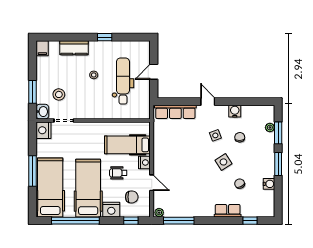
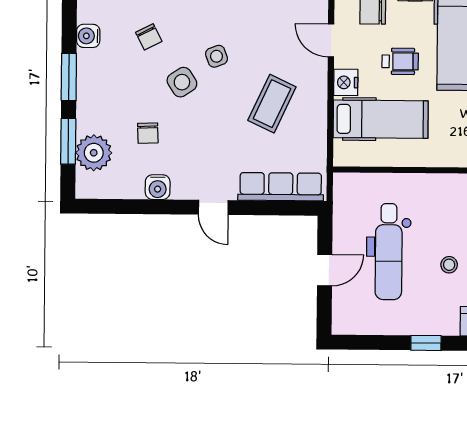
plant: (270, 127) -> (94, 153), width x1.88, depth x1.88
side table: (215, 135) -> (217, 56), moved
coffee table: (180, 152) -> (272, 104), added

